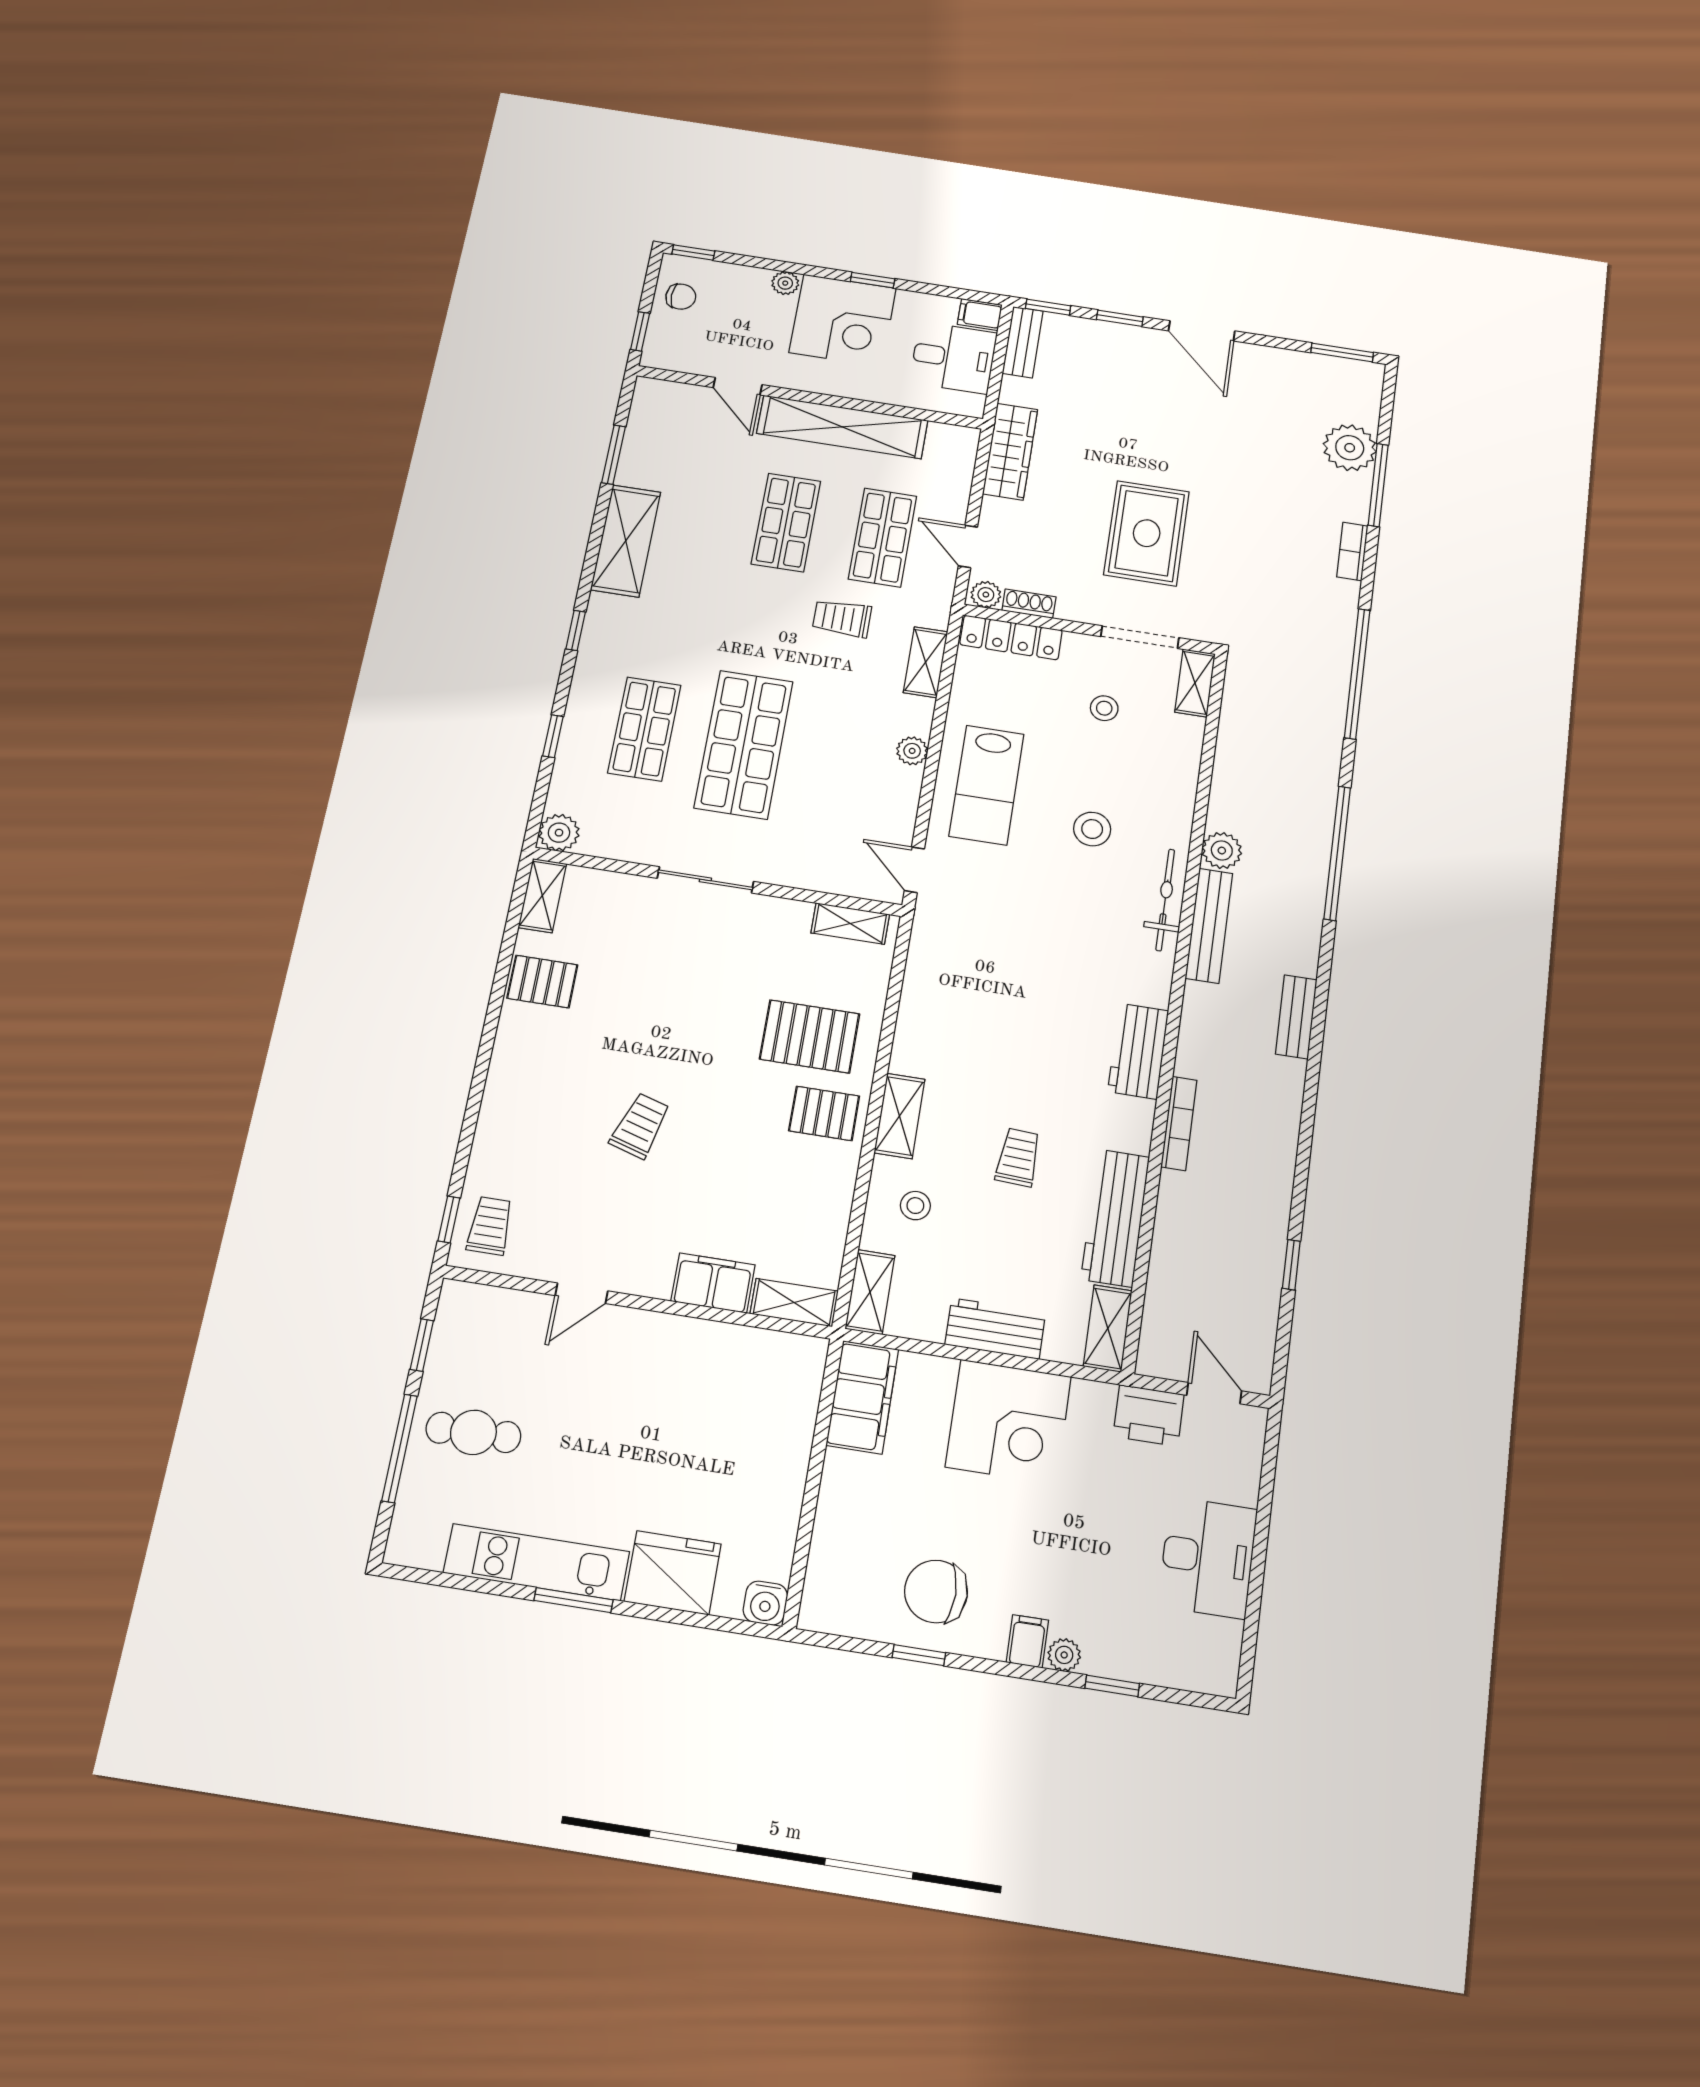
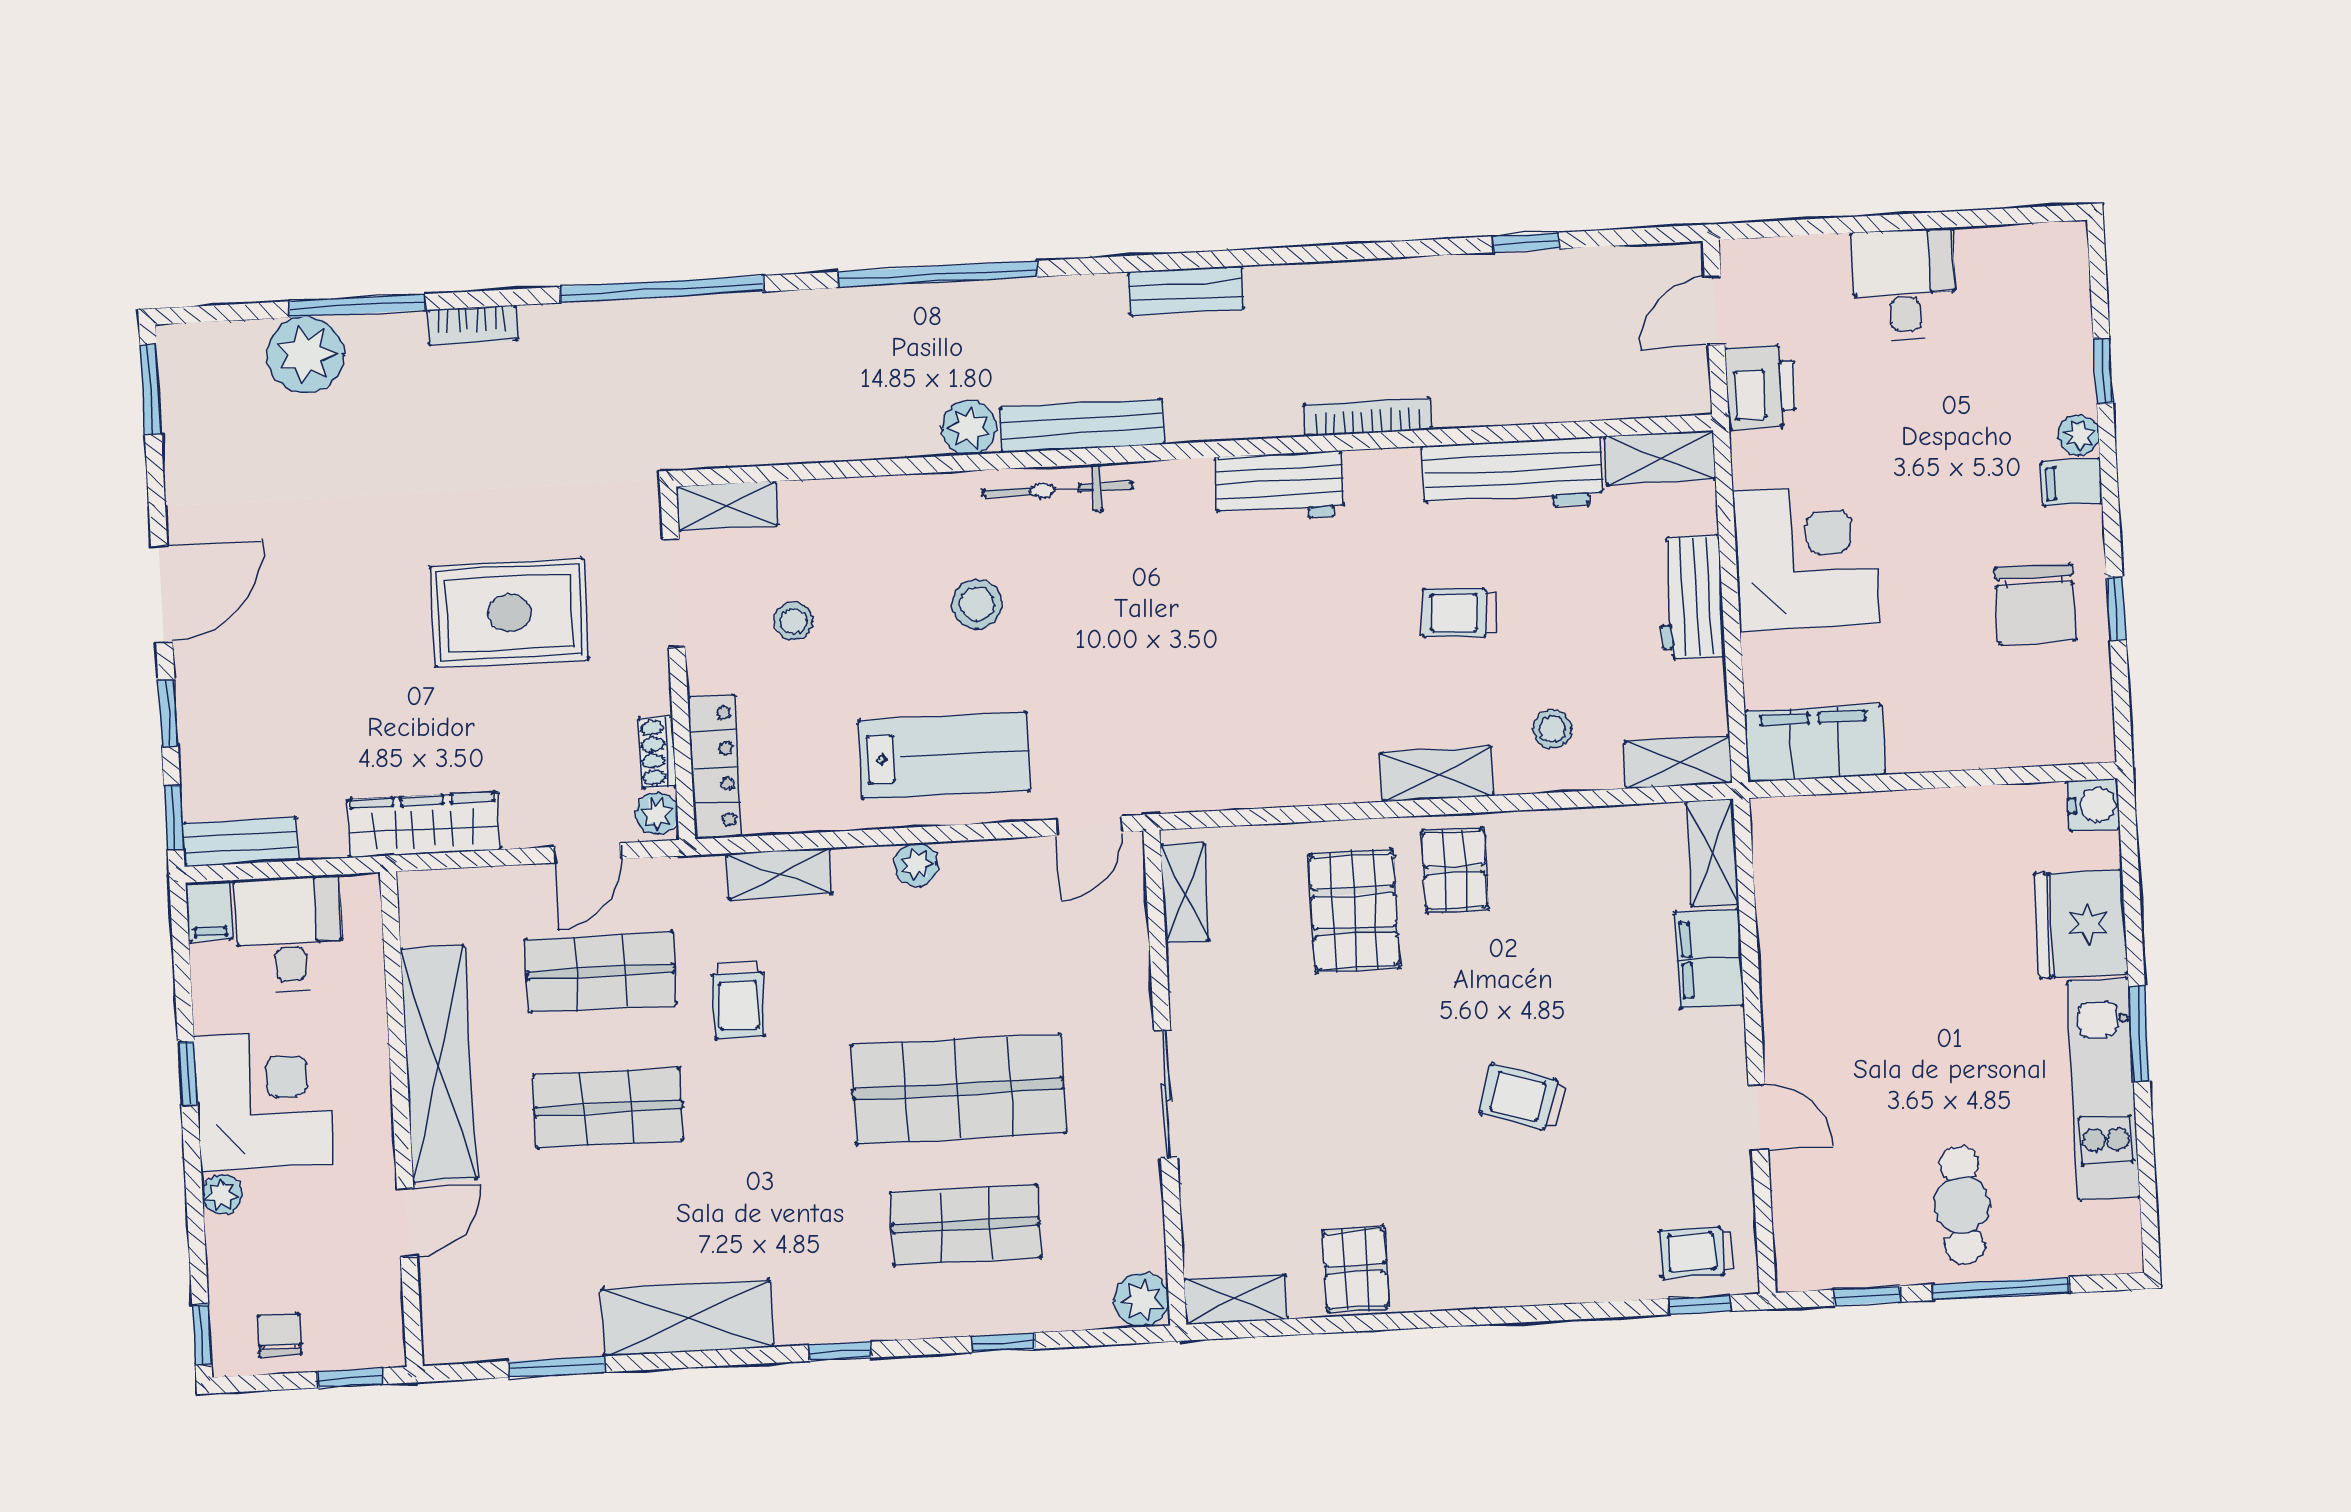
desk: (1208, 1557) -> (1904, 285), width x0.73

